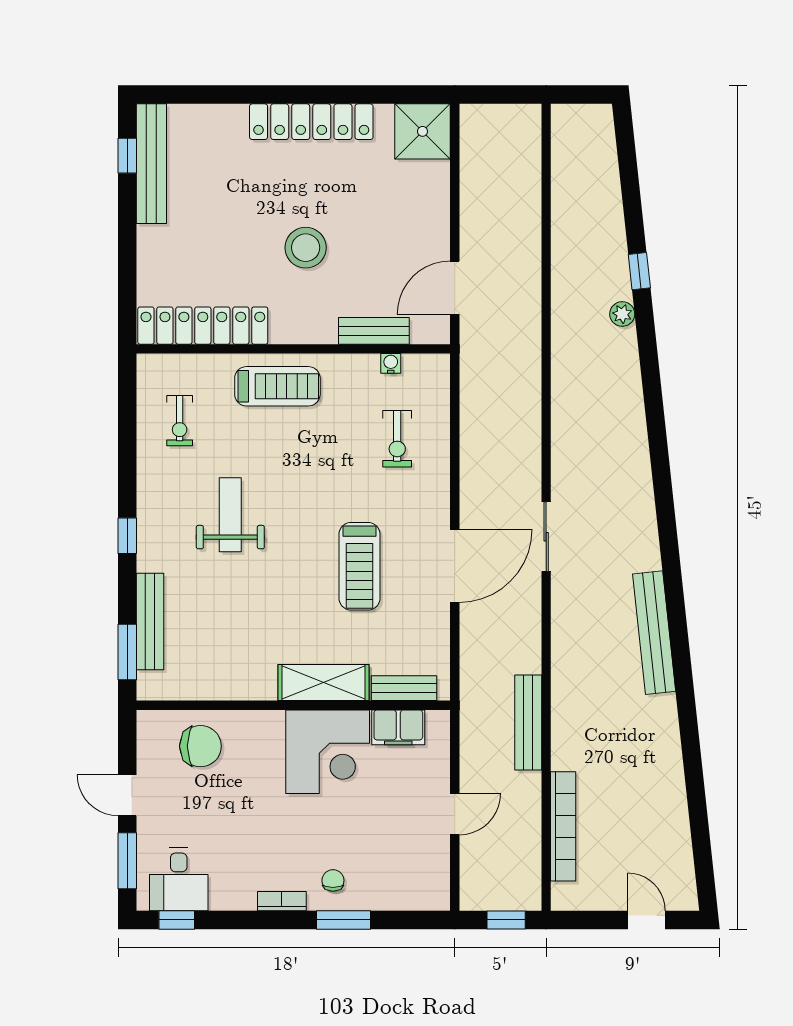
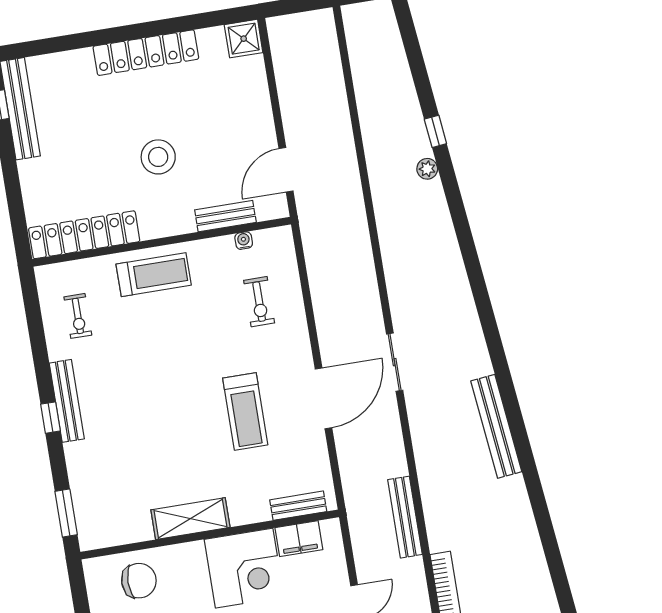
shower: (423, 131) -> (244, 39), width x0.73, depth x0.73
weight bench: (230, 515) -> (132, 387), removed
bench: (150, 622) -> (67, 401), moved
shelving: (324, 683) -> (190, 519), moved

